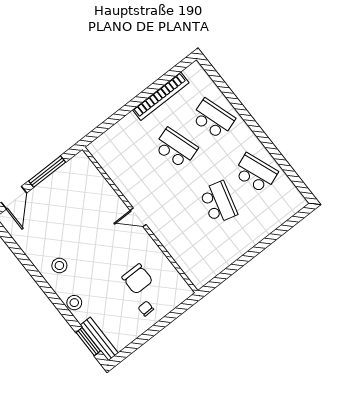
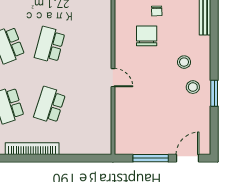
school desk: (176, 148) -> (50, 105), turned 36
stool: (74, 303) -> (184, 62), moved
window: (88, 342) -> (214, 93), moved

